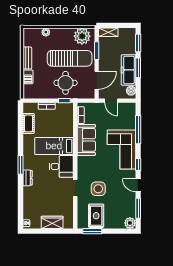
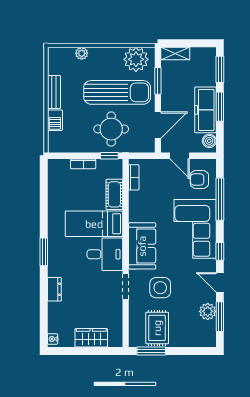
armchair: (124, 117) -> (199, 179), added
cot: (29, 123) -> (114, 194), moved
sofa: (86, 140) -> (142, 246), moved
dresser: (28, 178) -> (54, 289), moved
plant: (130, 223) -> (208, 311), moved

